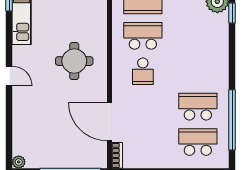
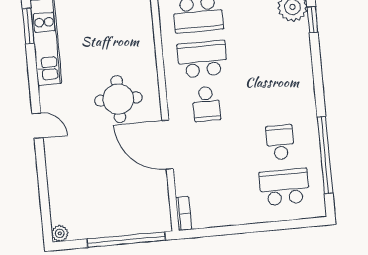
school desk: (198, 107) -> (280, 142), width x0.54
door: (109, 122) -> (168, 145), moved

